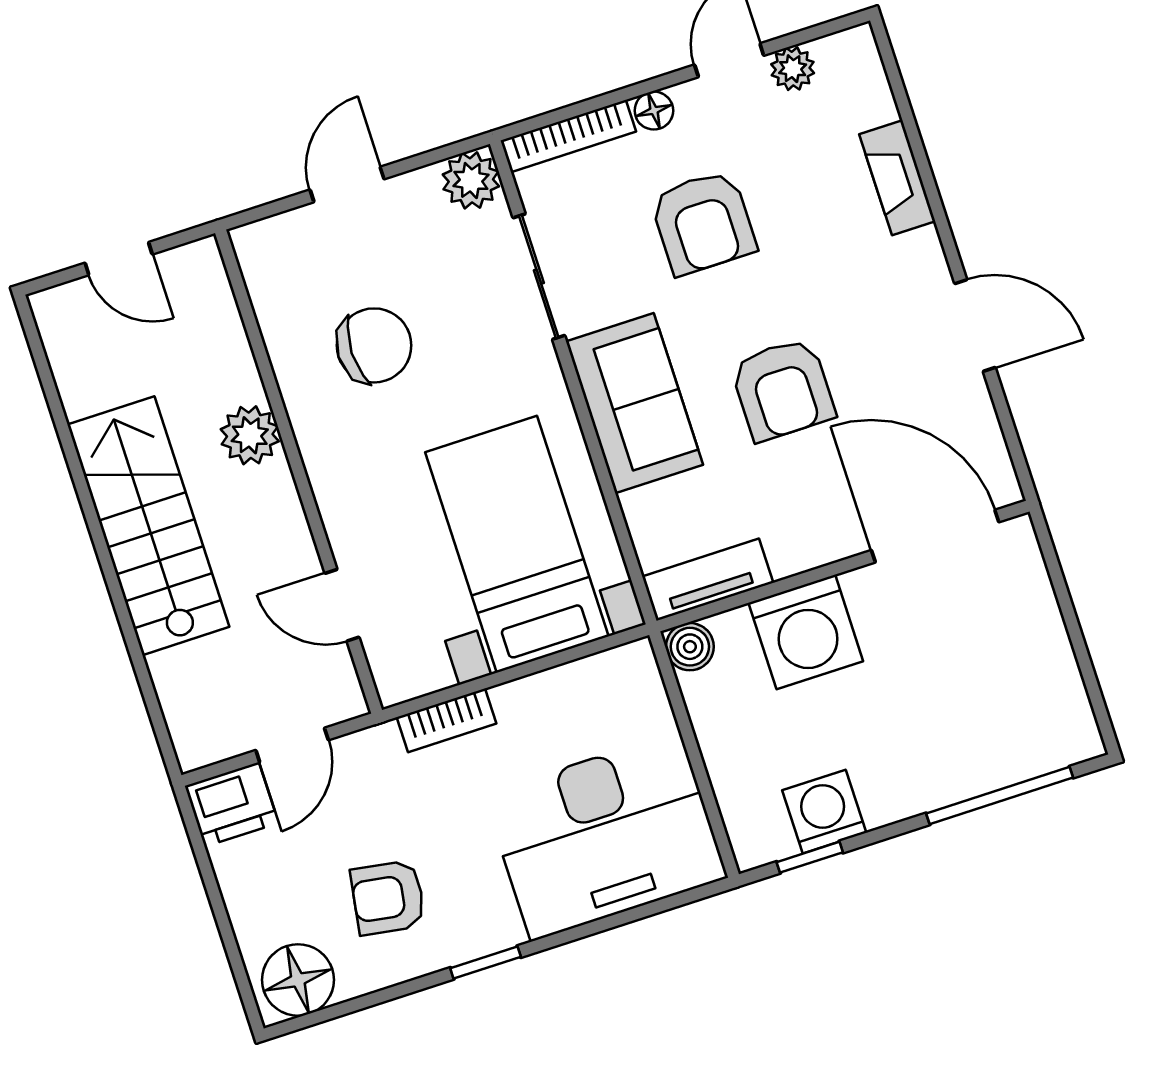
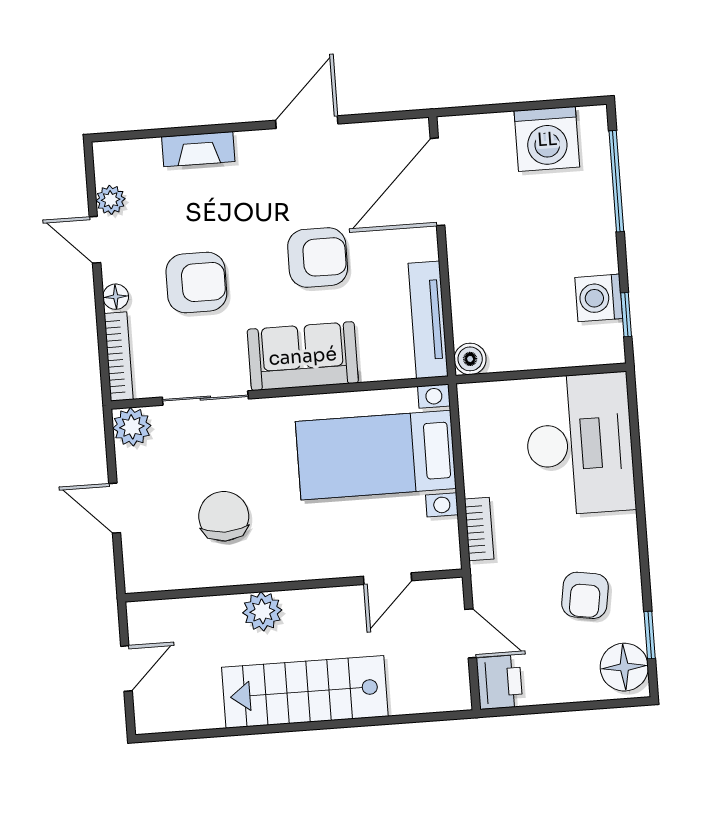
tv unit: (708, 580) -> (428, 320), width x1.41
washing machine: (806, 632) -> (547, 139), moved, turned 90
window: (486, 962) -> (650, 635), moved

